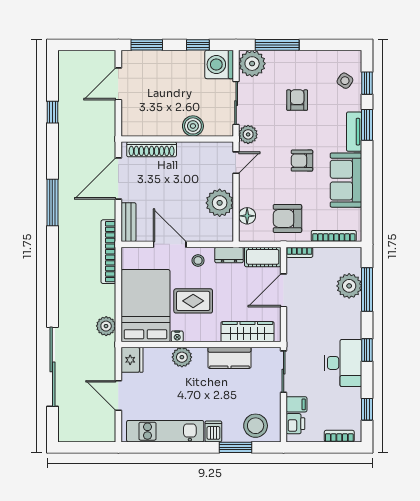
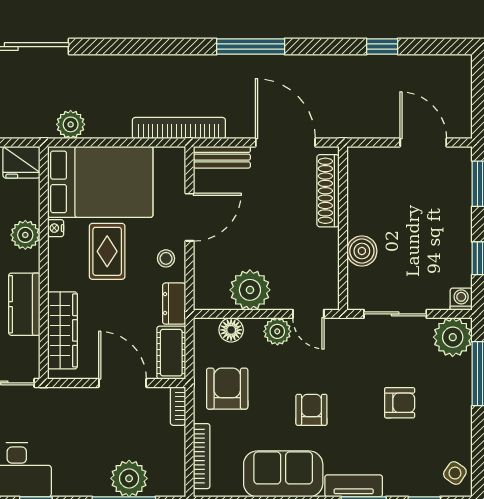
washing machine: (219, 64) -> (461, 299), width x0.53, depth x0.53
side table: (345, 81) -> (455, 473), moved
plant: (248, 134) -> (277, 331), moved

